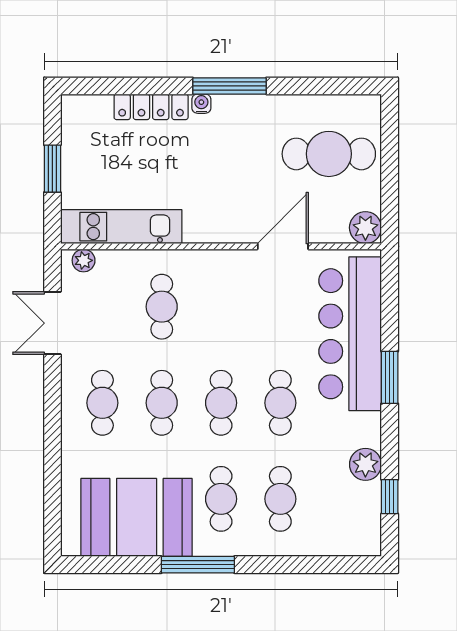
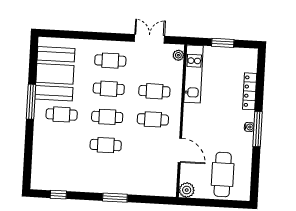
water cooler: (201, 104) -> (249, 127), moved
bar counter: (350, 334) -> (137, 180), removed
plant: (365, 464) -> (74, 184), removed
cafe table: (280, 499) -> (153, 119), moved

